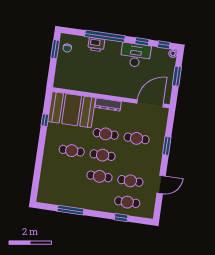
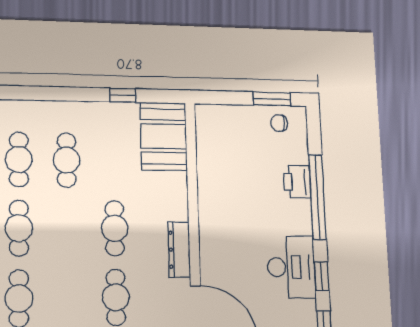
dresser: (108, 104) -> (179, 250), moved
booth: (72, 110) -> (164, 136), width x0.73, depth x0.70
cafe table: (103, 155) -> (19, 159), moved

